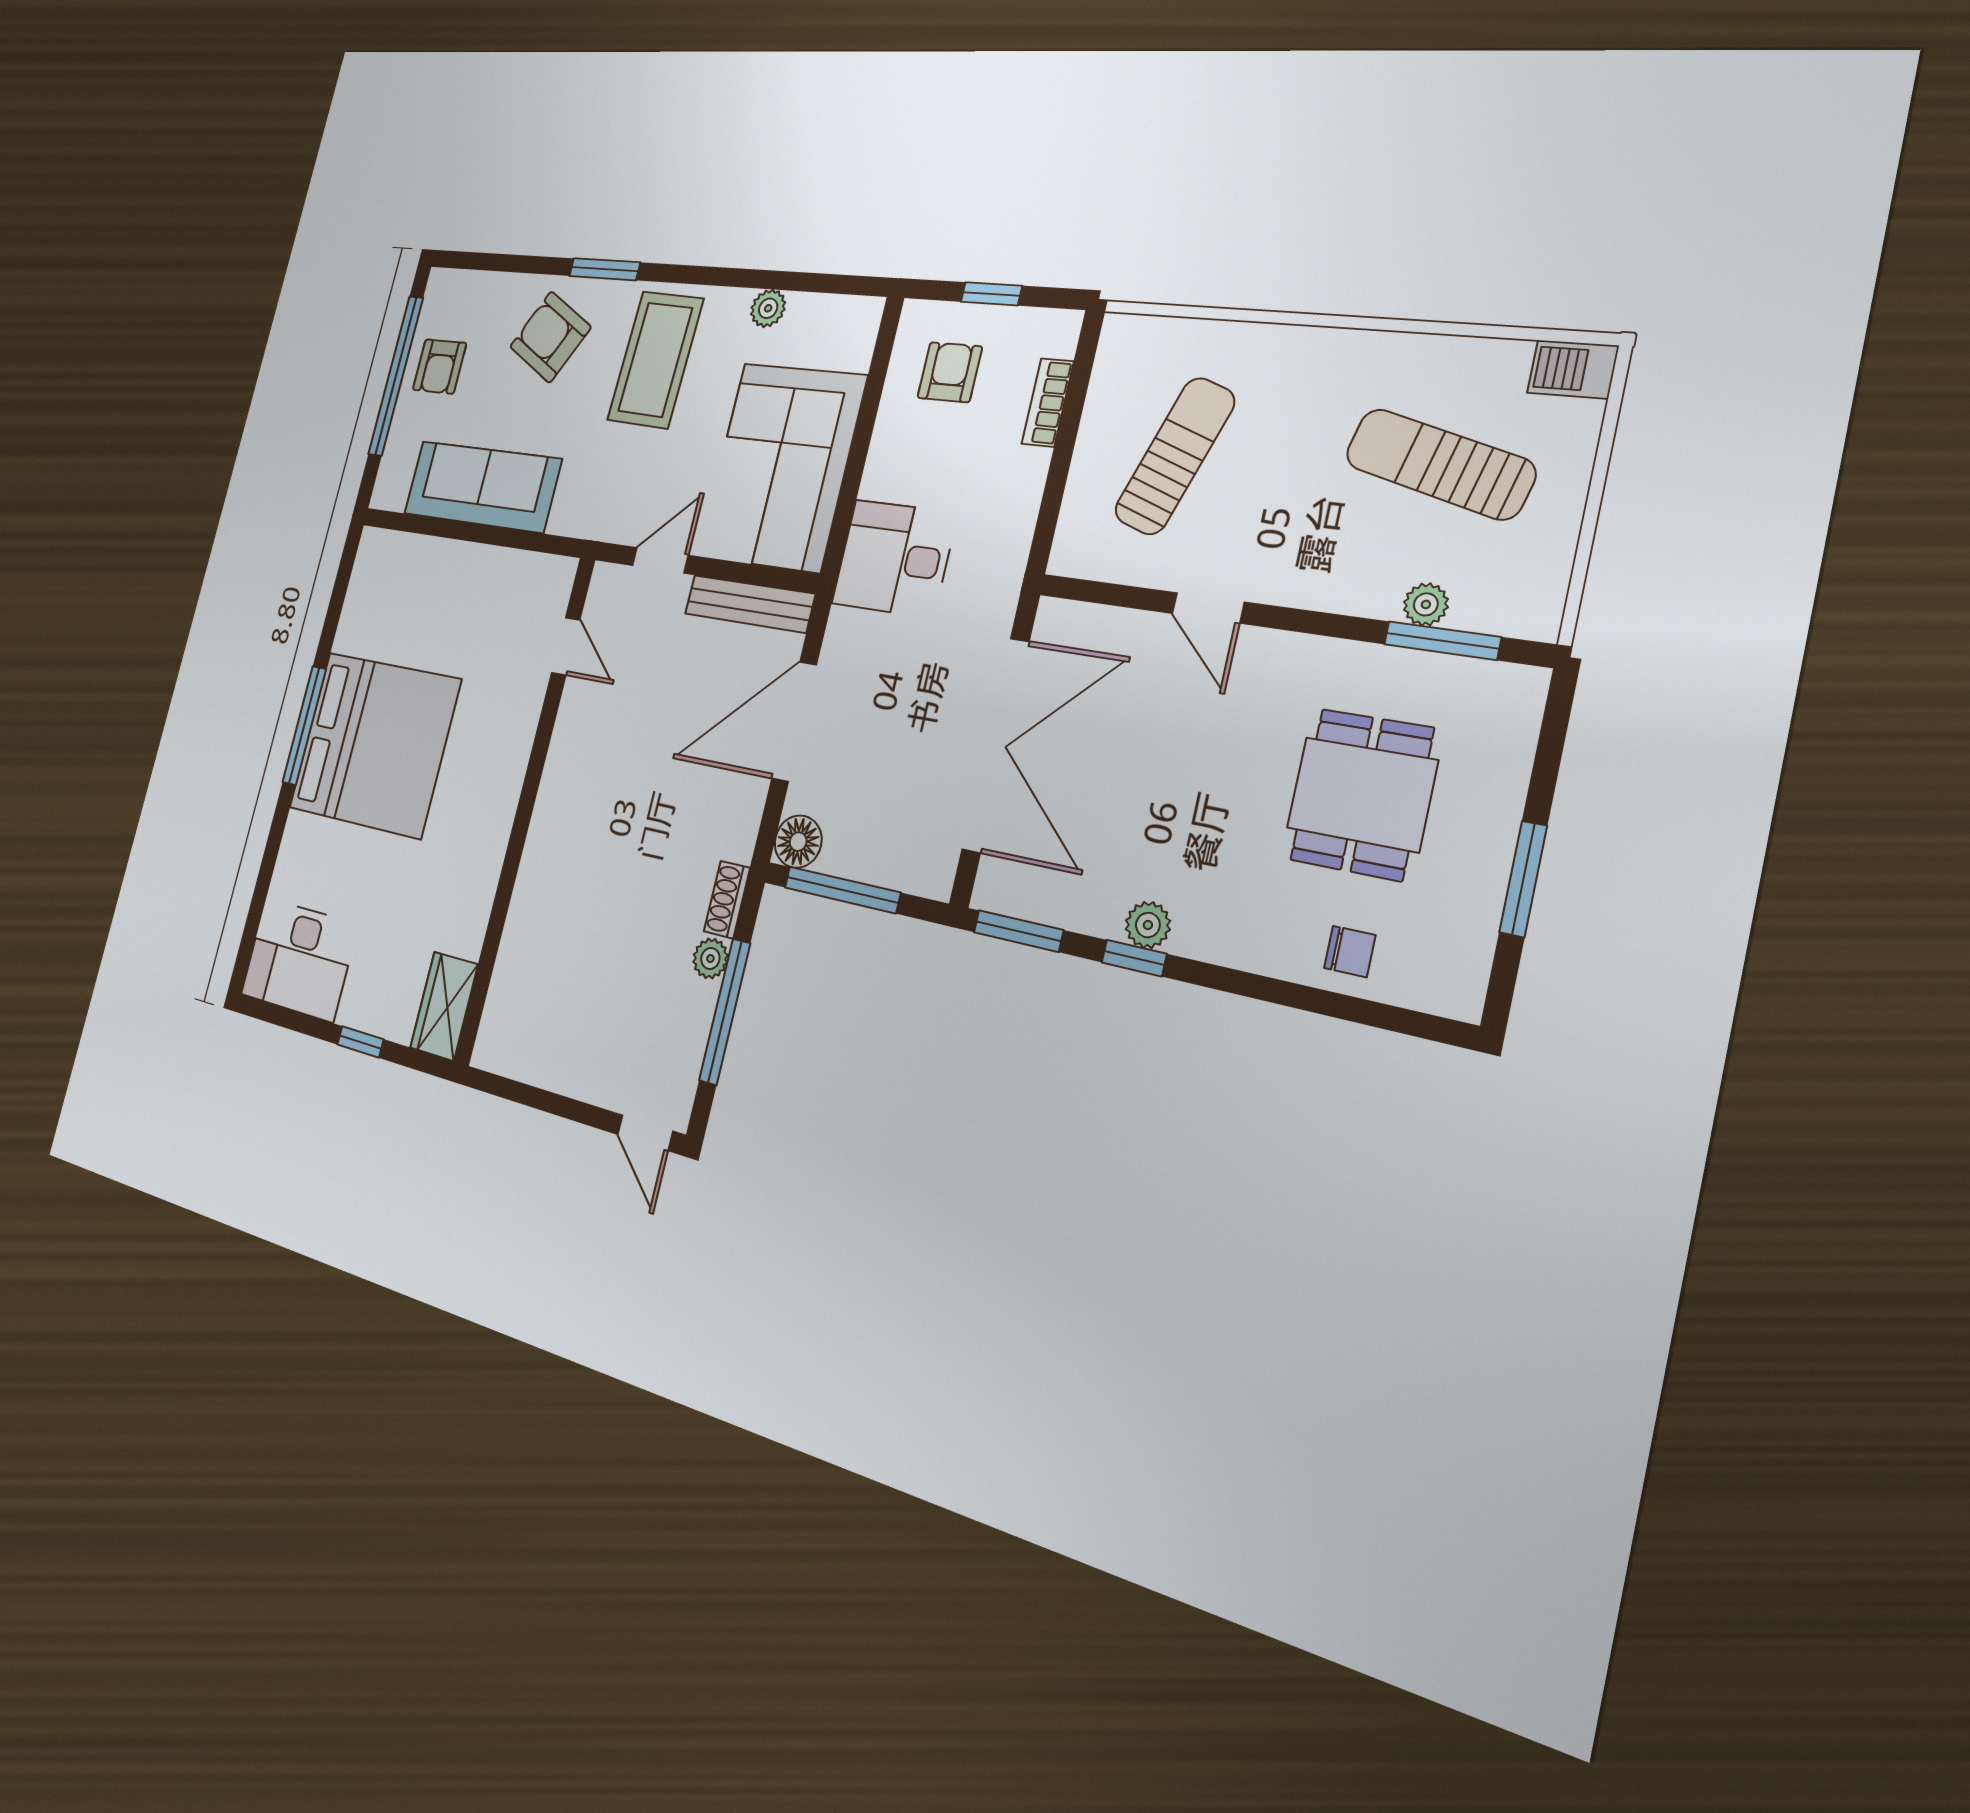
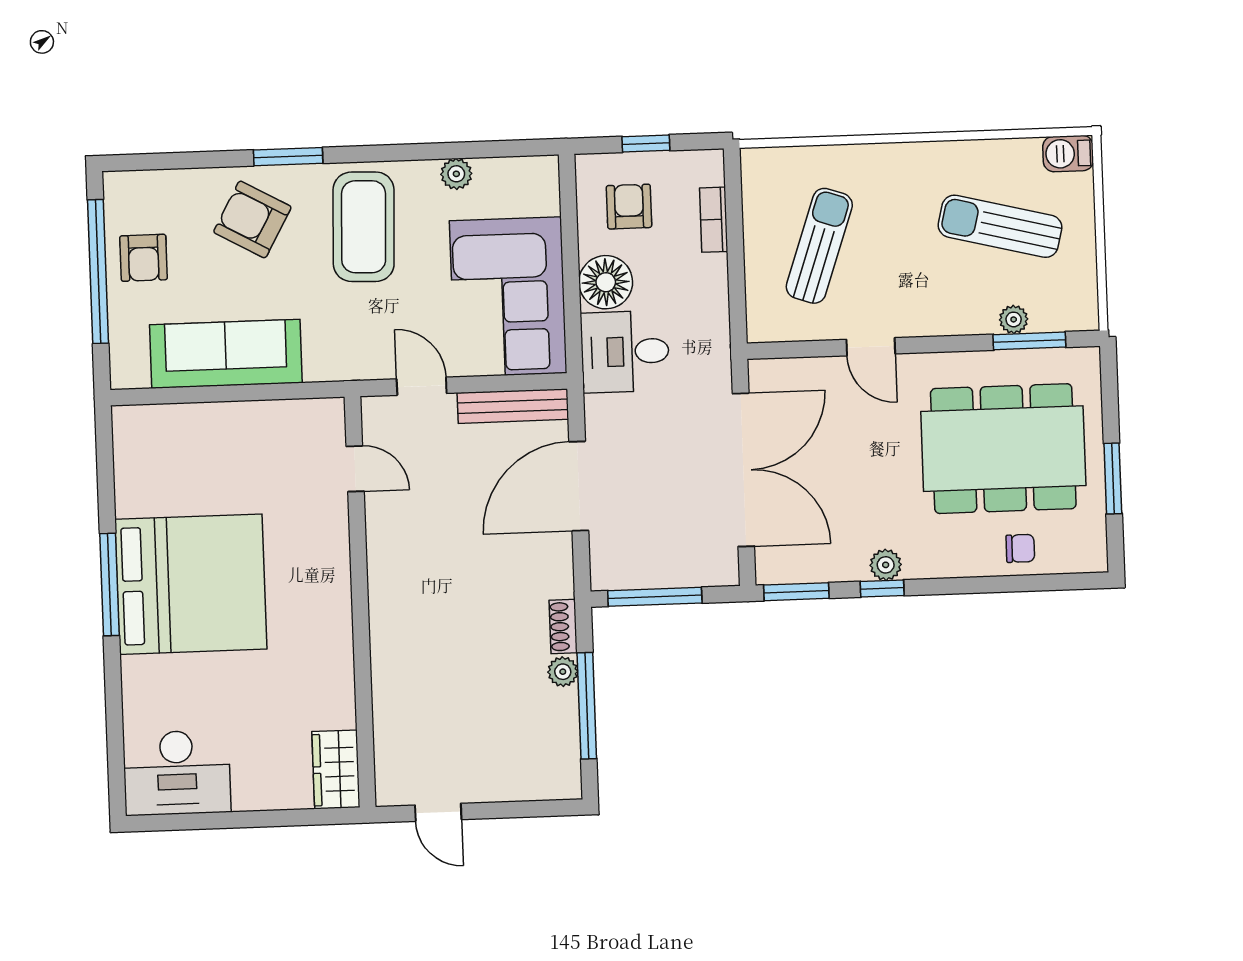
door: (660, 560) -> (422, 386), hinge flipped
dining table: (1362, 794) -> (1003, 449), width x1.88, depth x1.24
floor lamp: (798, 842) -> (606, 282), moved, width x1.38, depth x1.38
window: (360, 1042) -> (264, 819), removed
door: (645, 1133) -> (438, 812), moved

